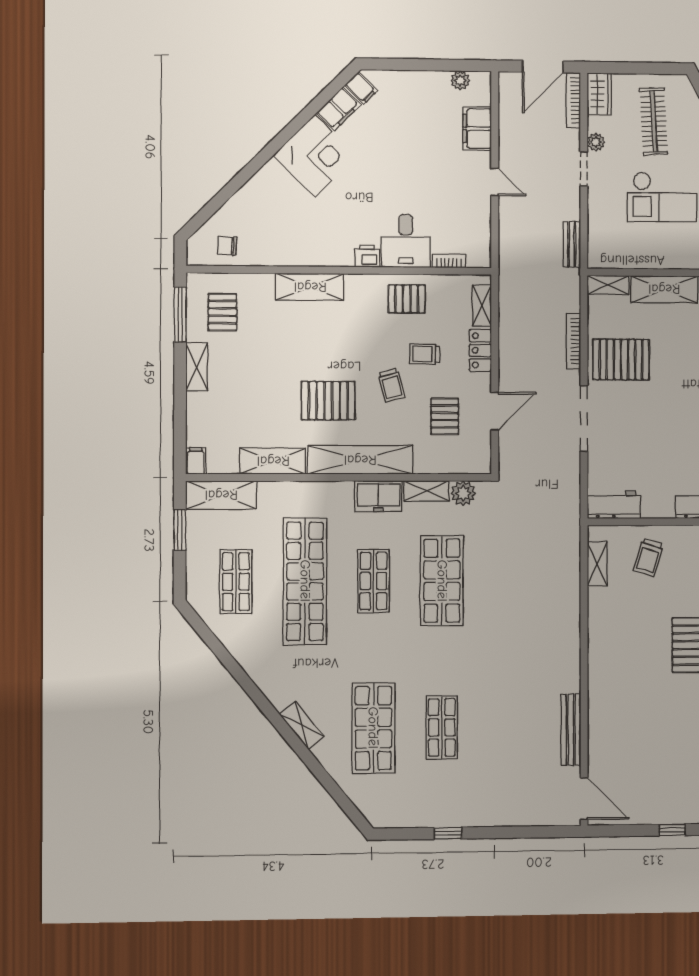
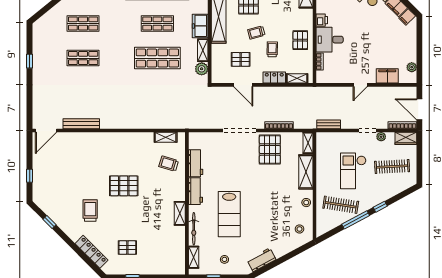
workbench: (614, 505) -> (196, 163), moved
shop shelf: (373, 728) -> (83, 23), width x0.70, depth x0.74

